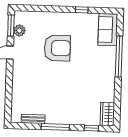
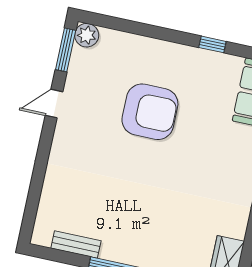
plant: (19, 30) -> (87, 35), moved

